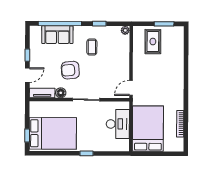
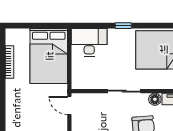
door: (131, 88) -> (69, 105), swing flipped
desk: (118, 124) -> (89, 42), moved, turned 90

